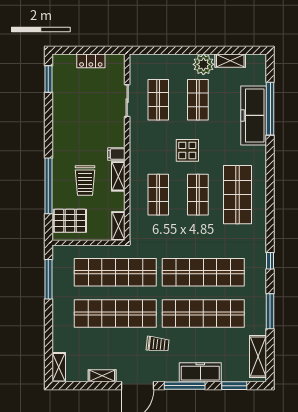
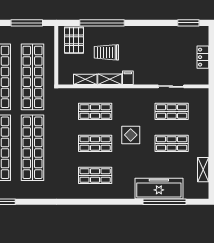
plant: (203, 64) -> (200, 148), removed
shop shelf: (238, 195) -> (95, 175), width x0.70, depth x0.74
shelving: (118, 226) -> (85, 79), moved
window: (270, 261) -> (42, 202), removed

